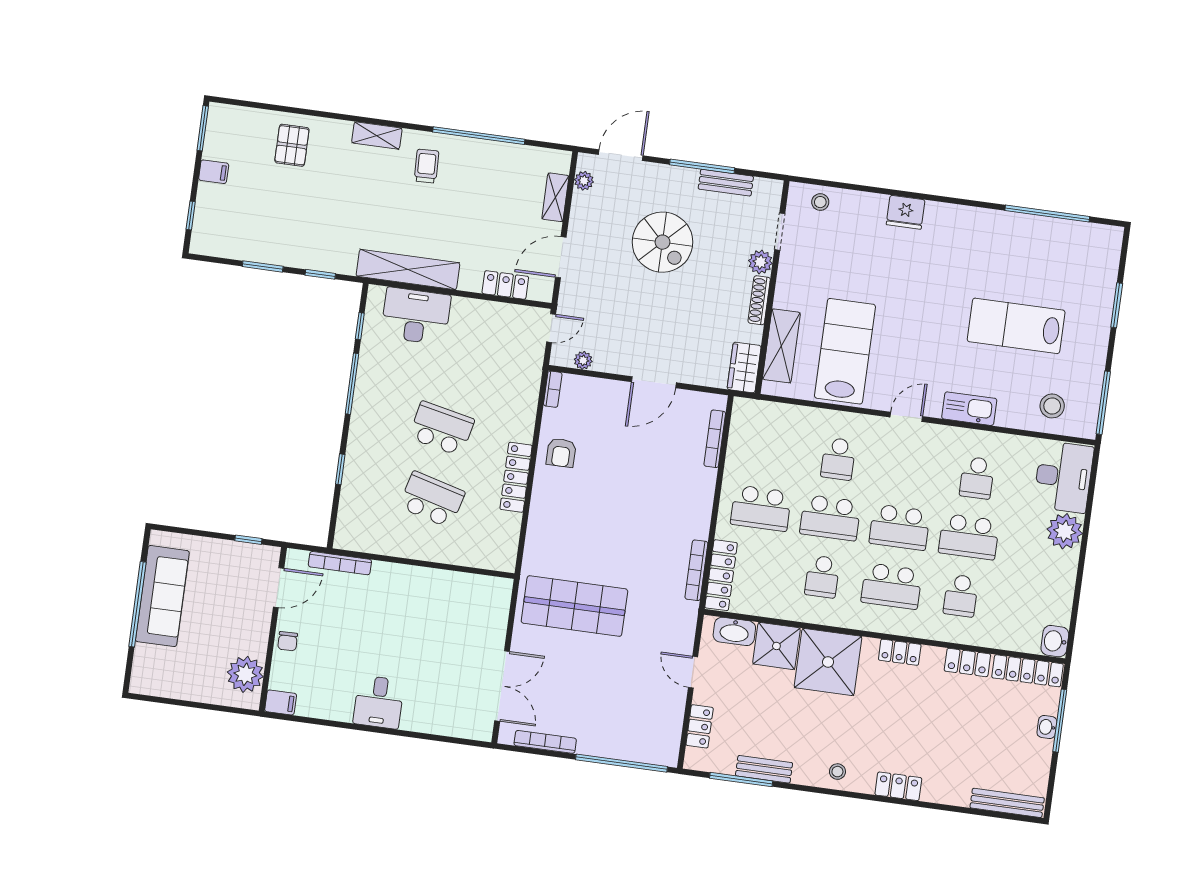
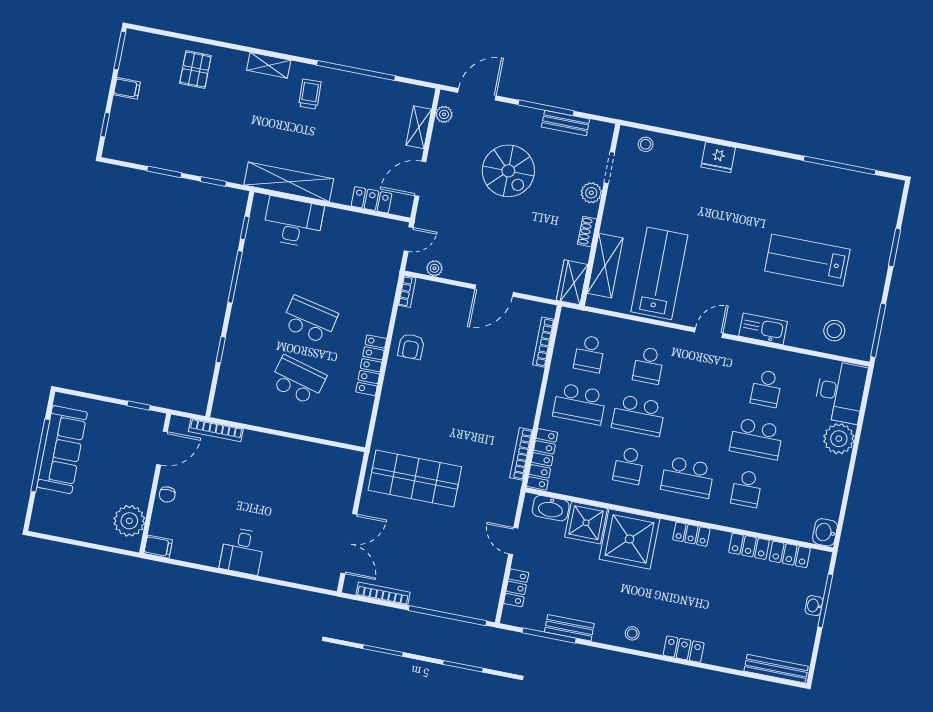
shoe rack: (759, 300) -> (587, 232), width x0.70
school desk: (900, 527) -> (589, 354), moved, width x0.54
locker: (1028, 671) -> (790, 554), width x0.66

